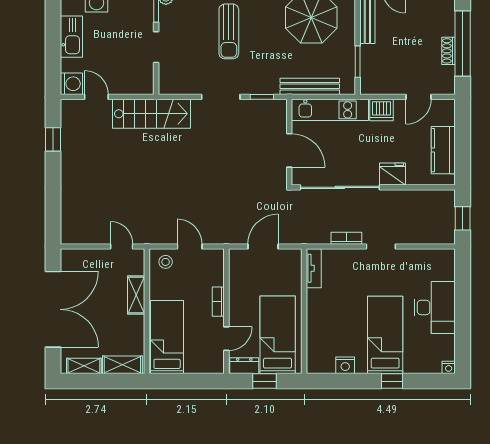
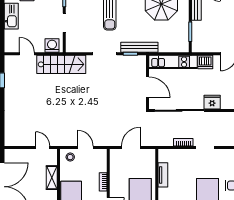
washing machine: (71, 84) -> (52, 46), moved, turned -90
bench: (310, 86) -> (139, 47), moved
tv unit: (314, 268) -> (163, 175), moved

